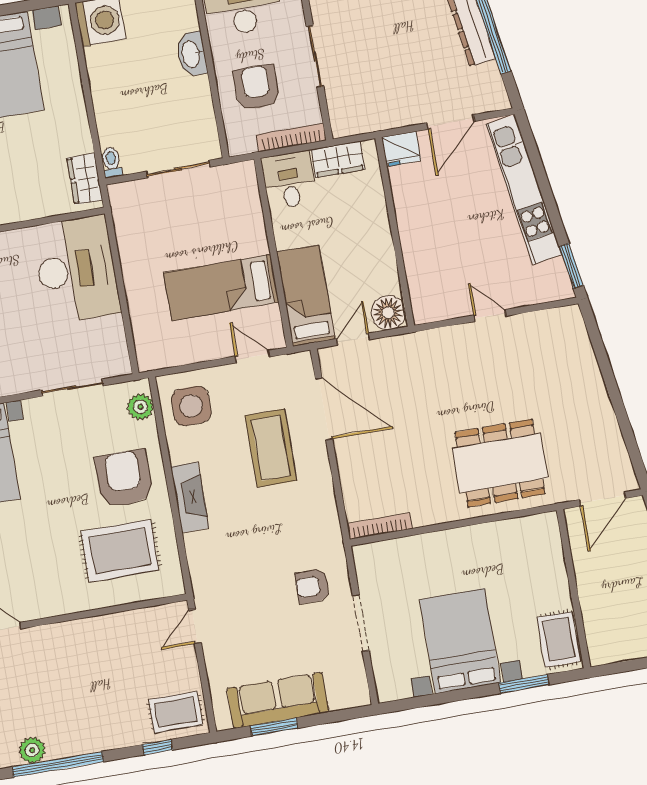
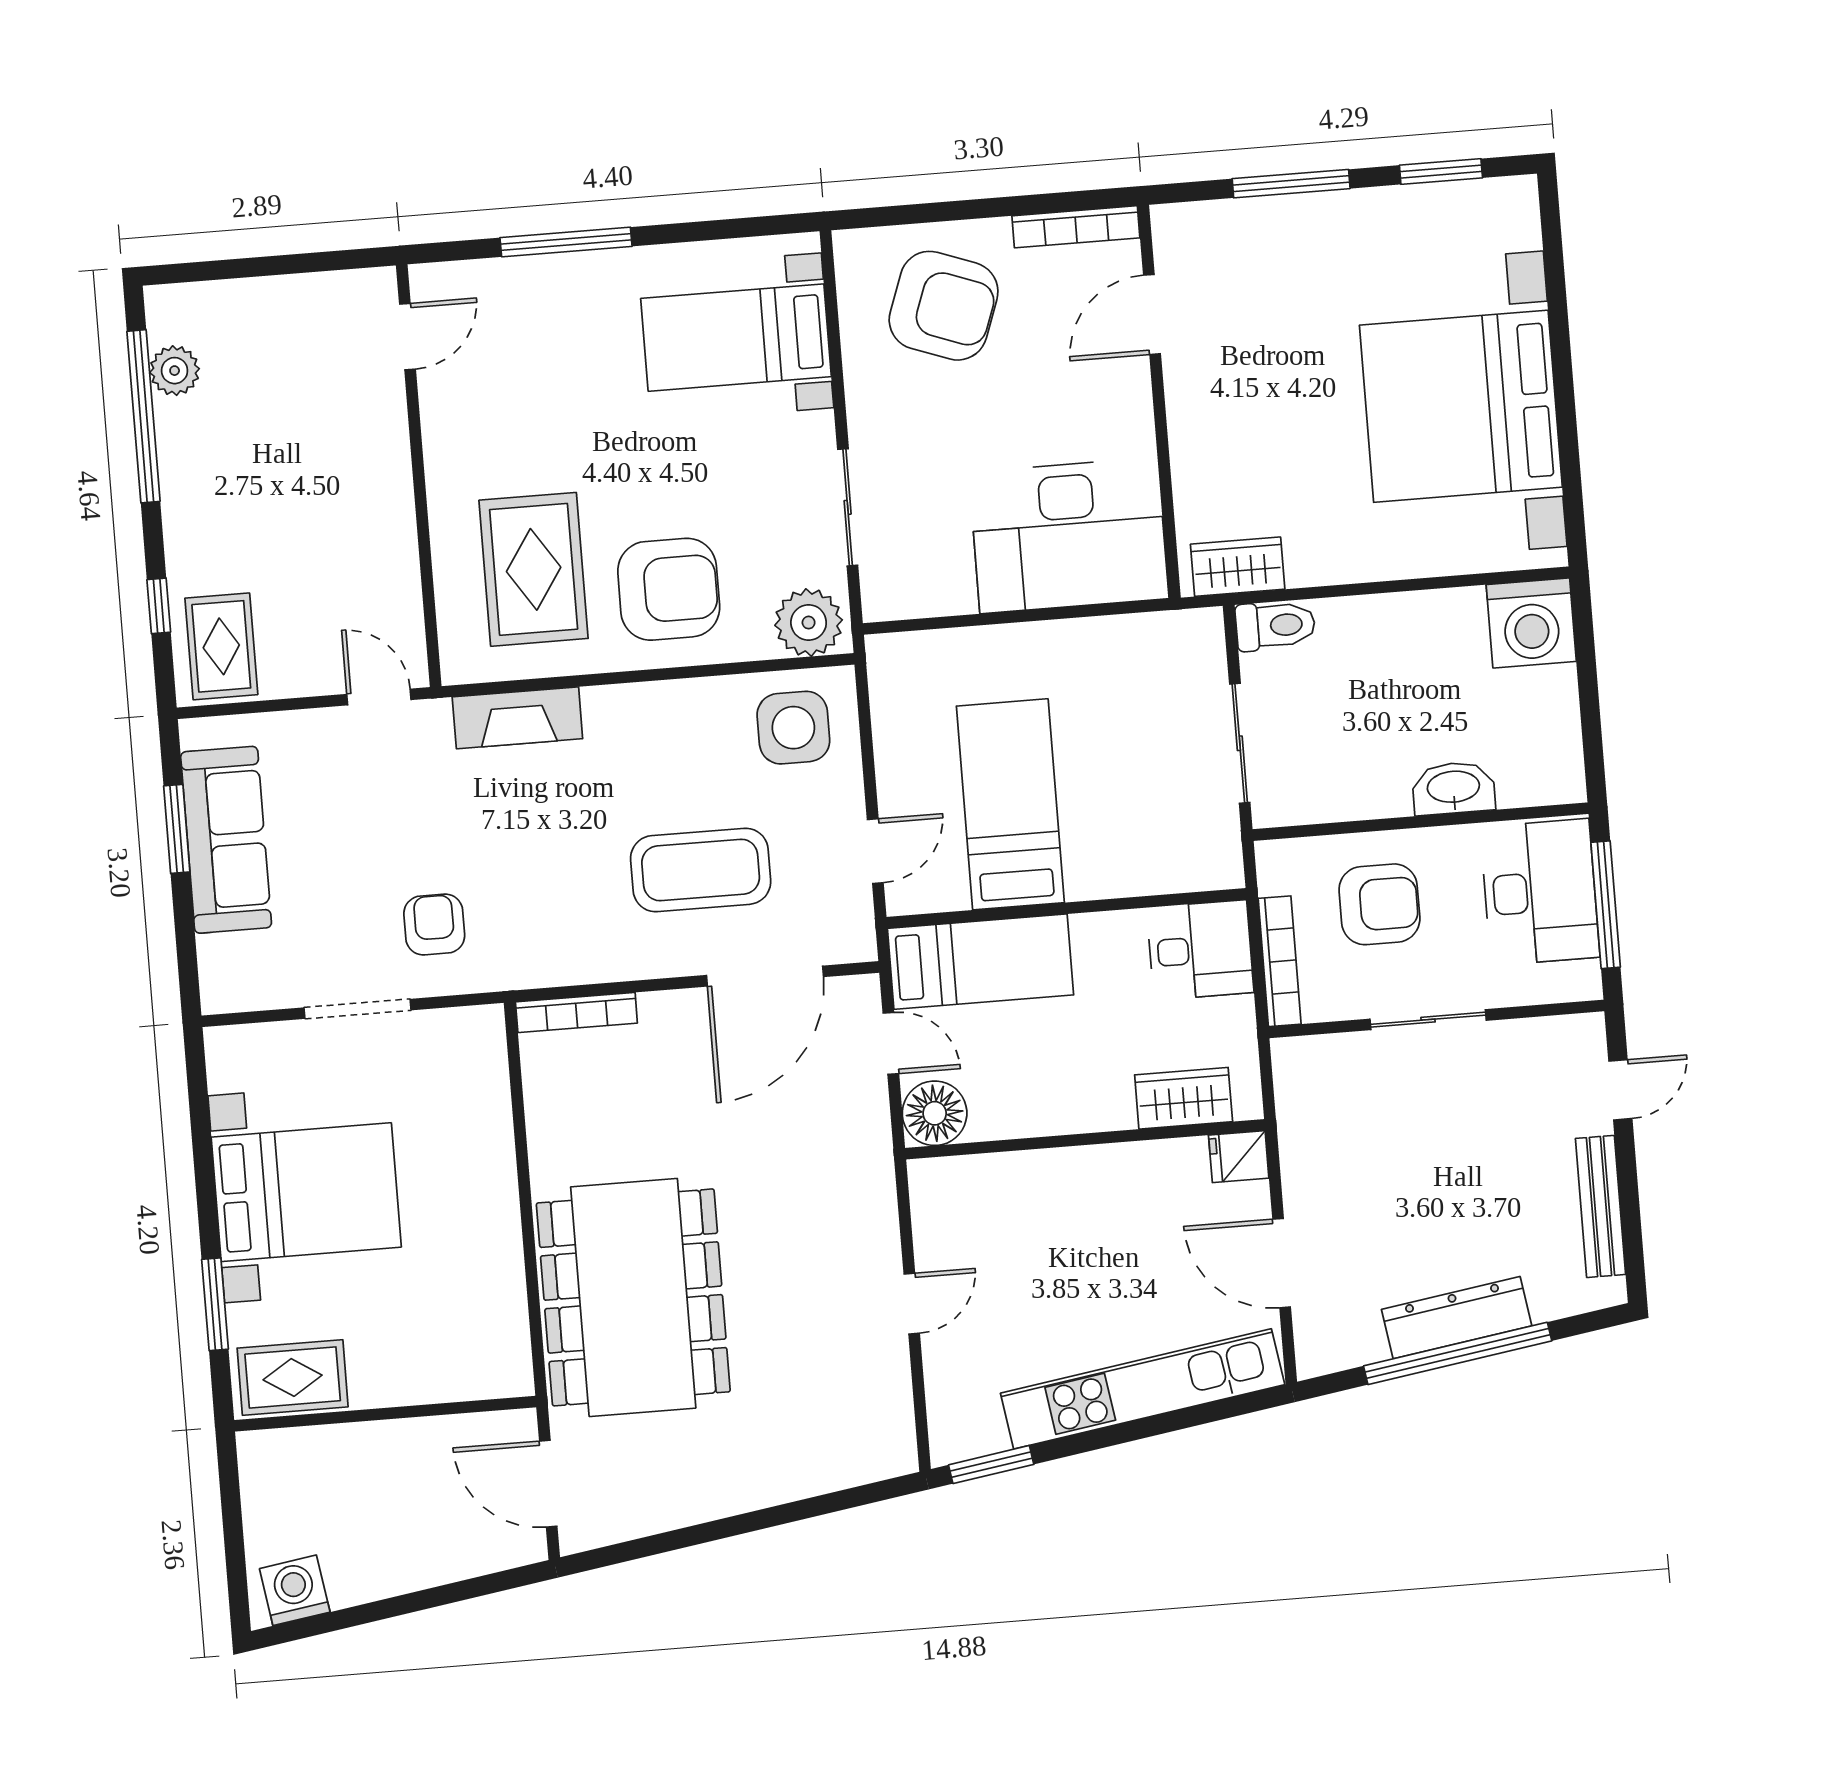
fridge: (401, 149) -> (1239, 1157), width x0.72
wardrobe: (338, 159) -> (1184, 1098), moved, turned 90
toilet: (112, 162) -> (1275, 625), width x1.37, depth x1.39
plant: (140, 407) -> (809, 623), width x1.36, depth x1.36
dining table: (500, 463) -> (633, 1297), width x1.36, depth x1.24
fireplace: (190, 497) -> (517, 718), moved
bookcase: (380, 526) -> (576, 1013), moved, turned 90

